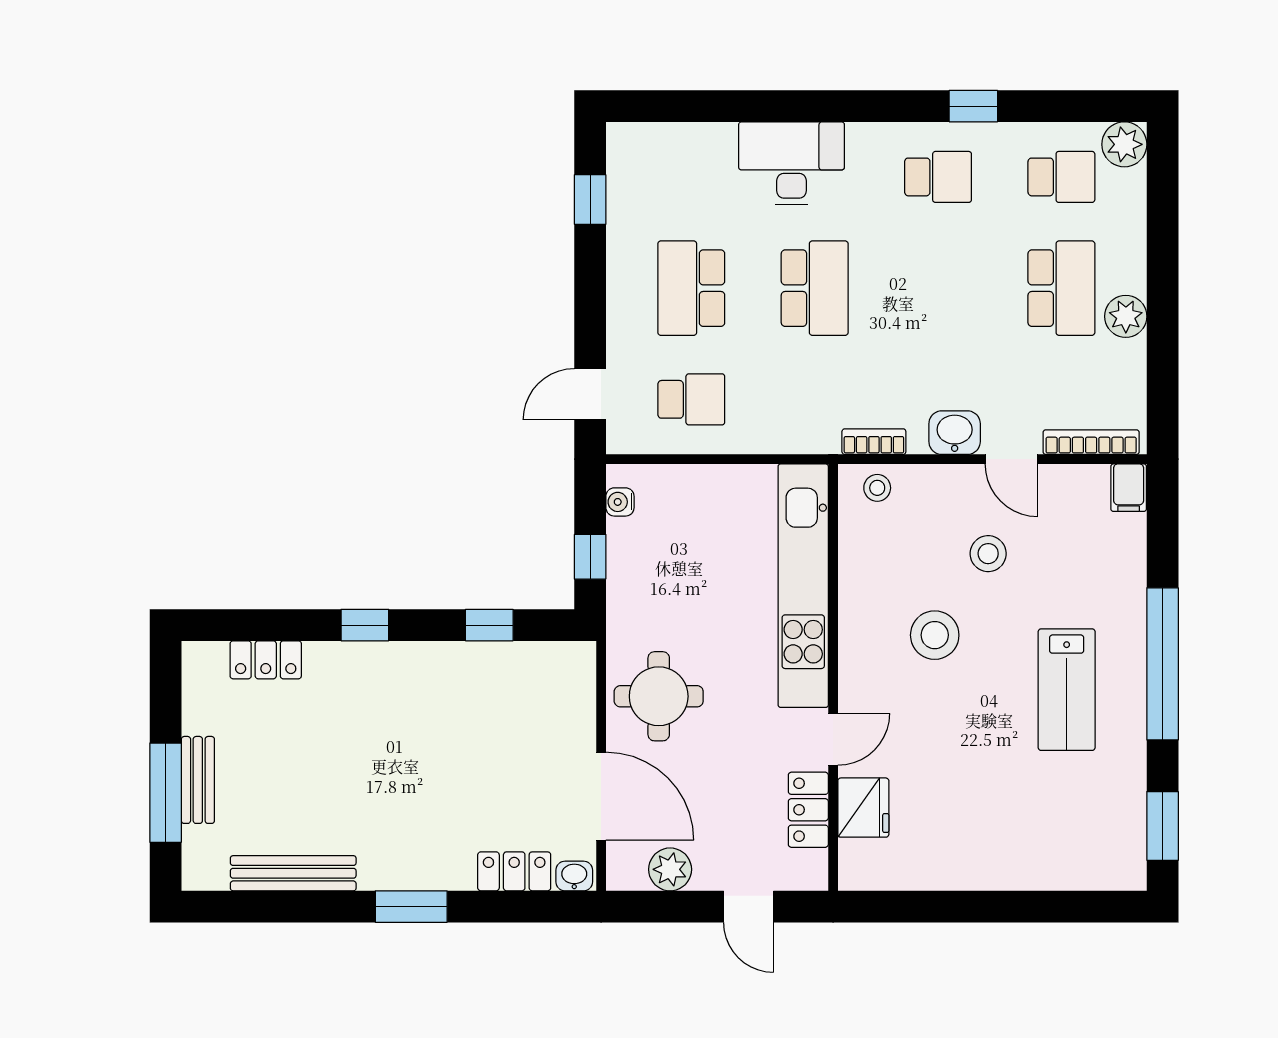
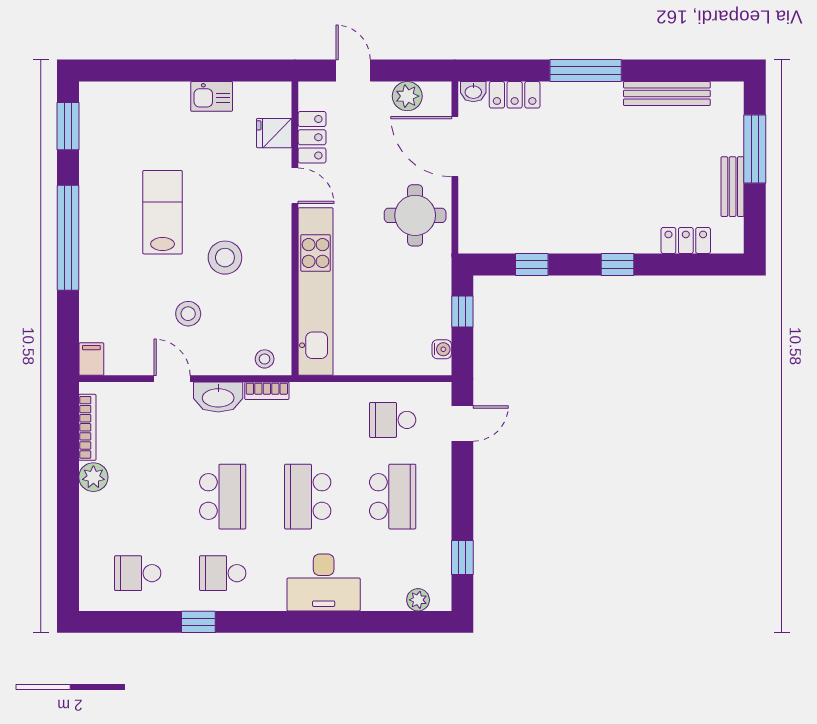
plant: (1124, 144) -> (418, 600), moved, width x0.73, depth x0.73
school desk: (1061, 288) -> (223, 497), moved, turned 180
washbasin: (955, 433) -> (218, 397), width x1.38
bookcase: (1091, 442) -> (87, 427), moved, turned -90
lab bench: (1067, 690) -> (163, 212), moved
door: (833, 739) -> (295, 186), swing flipped
bench: (198, 780) -> (733, 187), moved
fridge: (863, 808) -> (274, 133), width x0.72
kitchen sink: (954, 869) -> (212, 96), added
window: (411, 907) -> (586, 71), width x1.44

